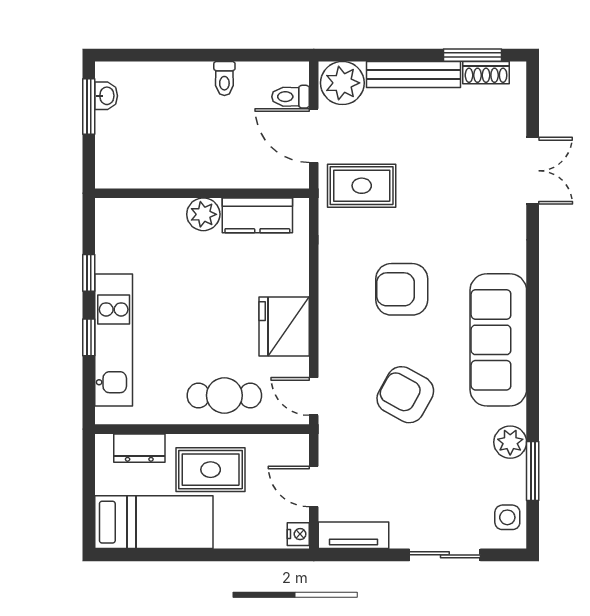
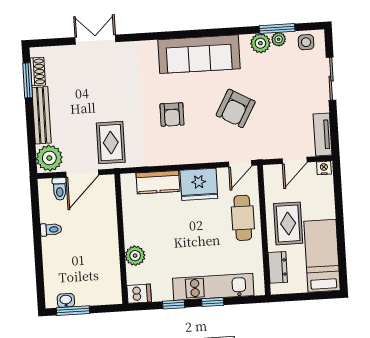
plant: (203, 214) -> (135, 256), moved
kitchen counter: (257, 215) -> (158, 182), moved, turned 90
dishwasher: (110, 217) -> (139, 294), added
armchair: (402, 289) -> (172, 114), width x0.72, depth x0.72
plant: (515, 472) -> (279, 39), added

